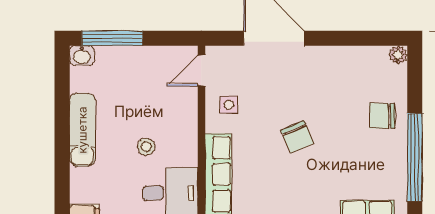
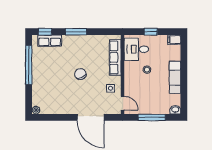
window: (112, 38) -> (152, 117), moved
door: (201, 71) -> (123, 103), hinge flipped
chair: (382, 116) -> (43, 83), removed

